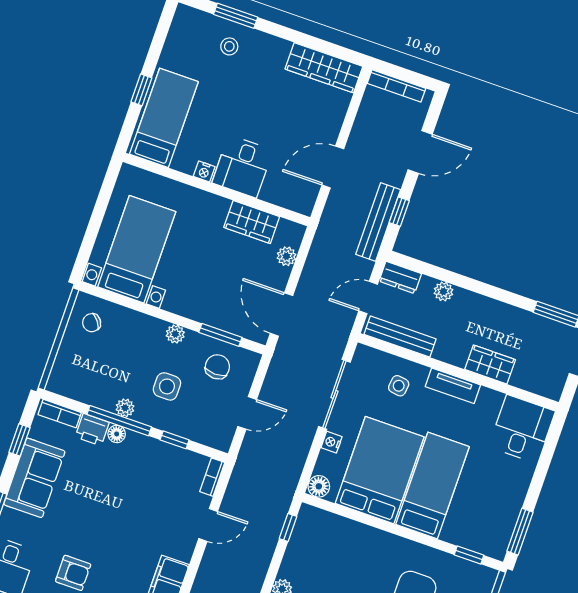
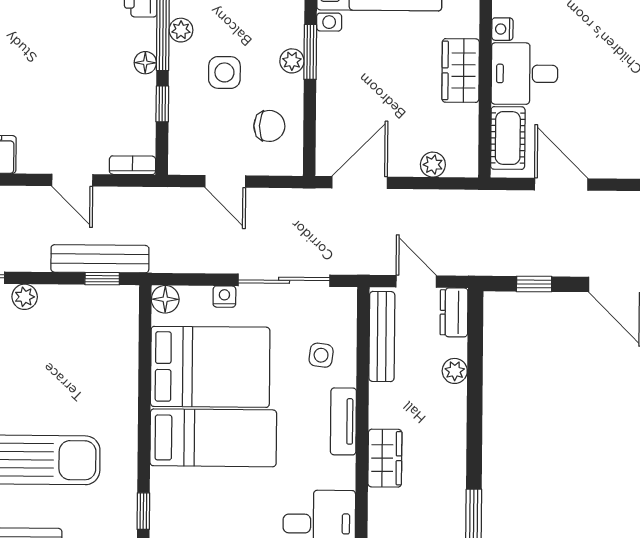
cot: (286, 195) -> (508, 138), added
wardrobe: (252, 222) -> (461, 71), moved
bench: (378, 222) -> (100, 259), moved
window: (220, 335) -> (310, 52), moved
floor lamp: (117, 434) -> (145, 63), moved

